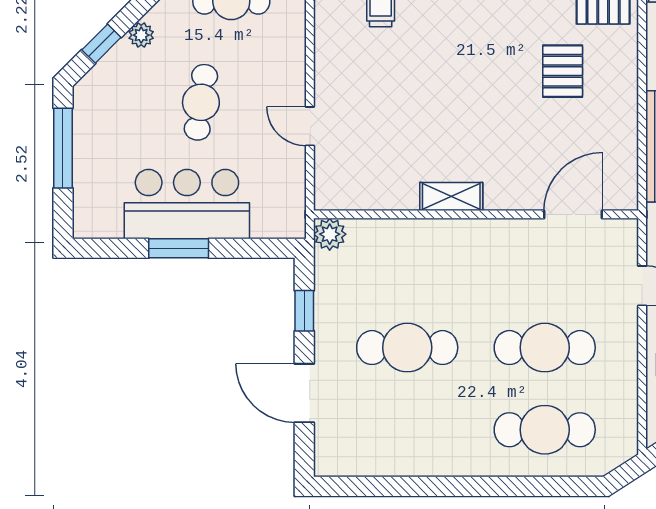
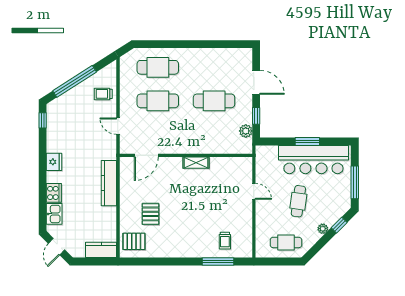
bar counter: (187, 204) -> (313, 160), width x1.36
plant: (330, 234) -> (246, 131), moved

